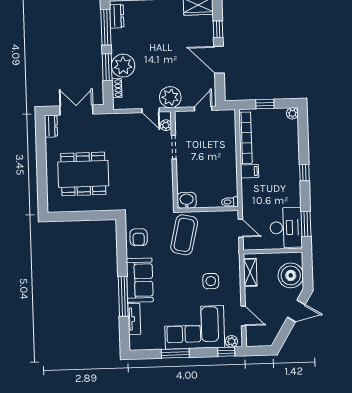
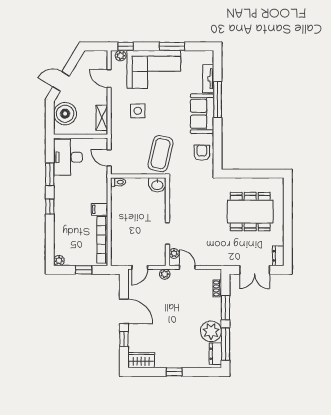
plant: (123, 66) -> (211, 331), moved
plant: (170, 97) -> (165, 274), width x0.53, depth x0.53
window: (306, 224) -> (50, 174), moved

